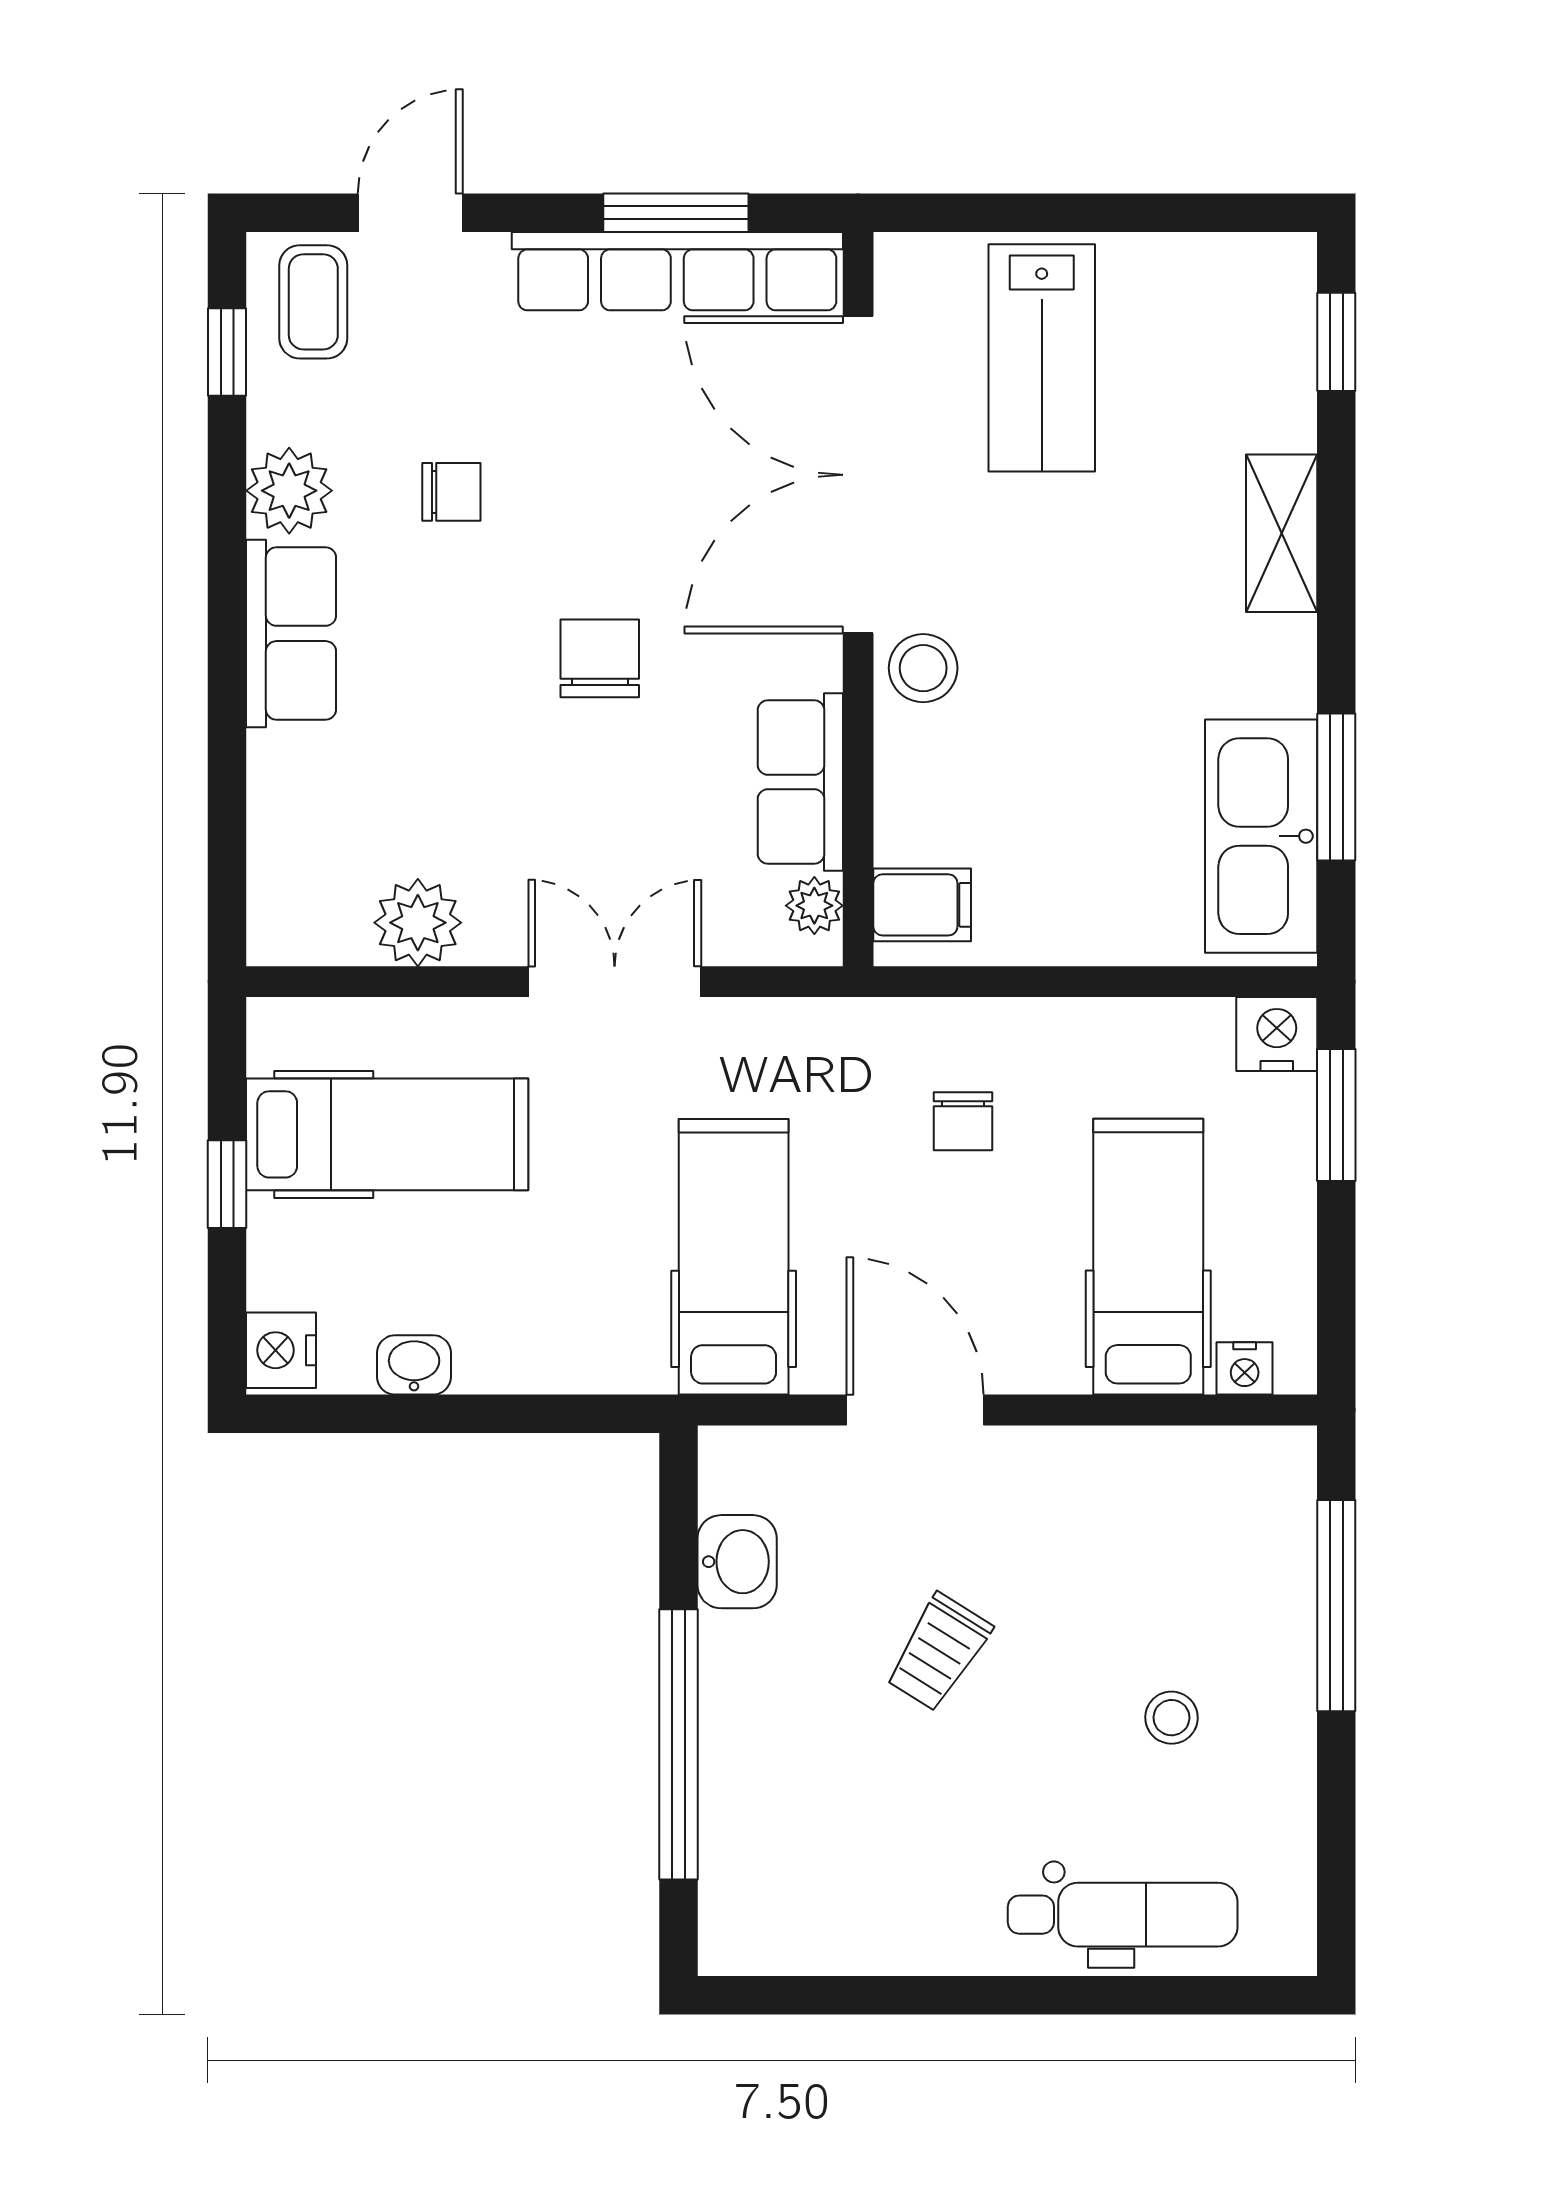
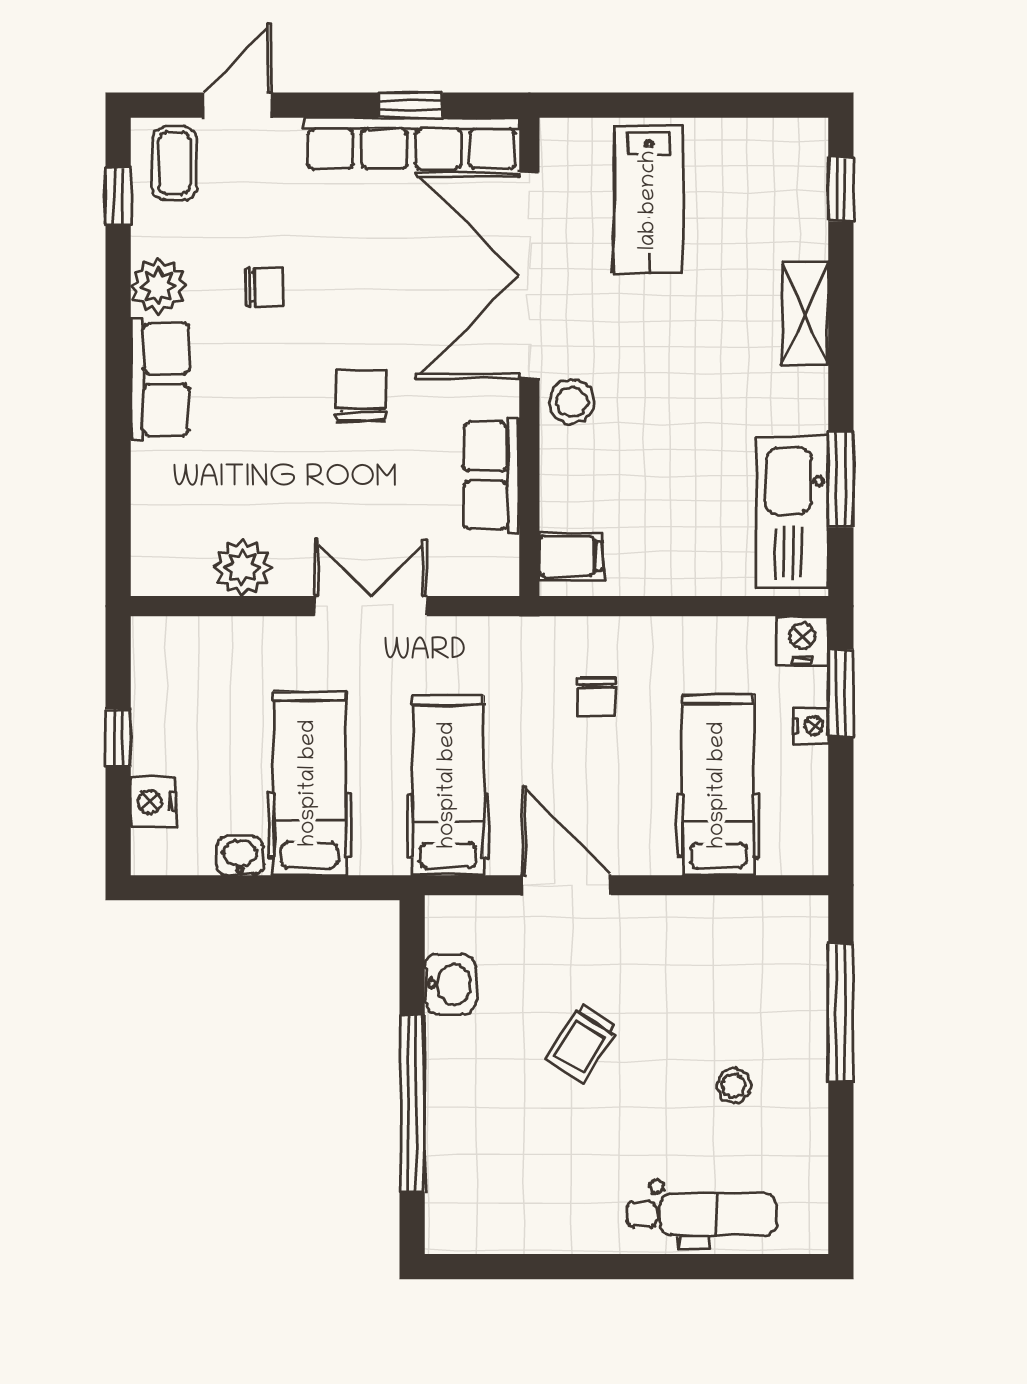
window: (676, 213) -> (411, 105), width x0.67
plant: (814, 906) -> (501, 557), removed
hospital bed: (387, 1134) -> (309, 783), moved, turned -90
nightstand: (281, 1350) -> (153, 802), moved
nightstand: (1245, 1368) -> (811, 726), moved, turned -90

